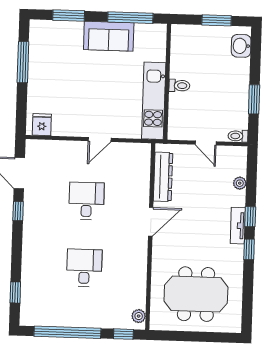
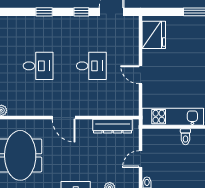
fridge: (42, 125) -> (154, 35), width x1.88, depth x1.34
door: (151, 222) -> (64, 118), moved
window: (15, 292) -> (44, 12), moved

